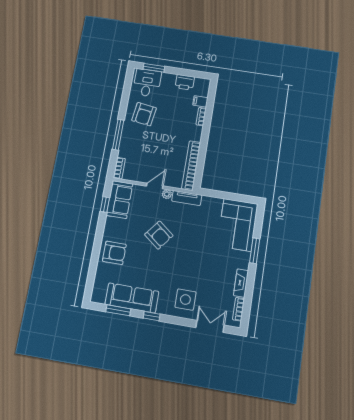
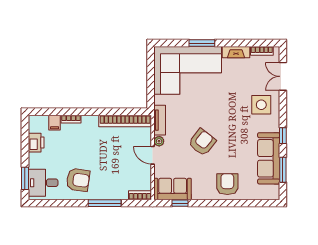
corner sofa: (238, 225) -> (188, 70), width x1.36, depth x1.36

